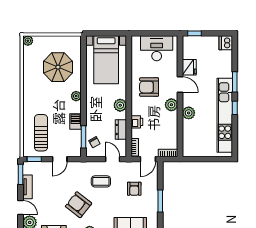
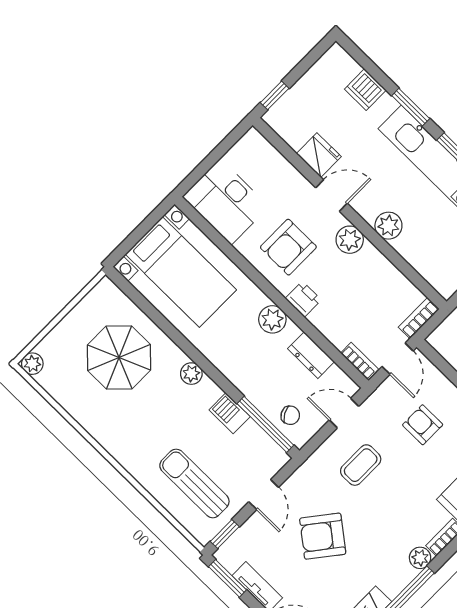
dishwasher: (226, 43) -> (365, 90), moved
desk: (157, 48) -> (226, 202), moved, turned -90
printer: (137, 122) -> (303, 299), moved
window: (83, 137) -> (265, 424), width x1.44
armchair: (134, 189) -> (423, 425), turned 180
armchair: (79, 205) -> (323, 536), moved

